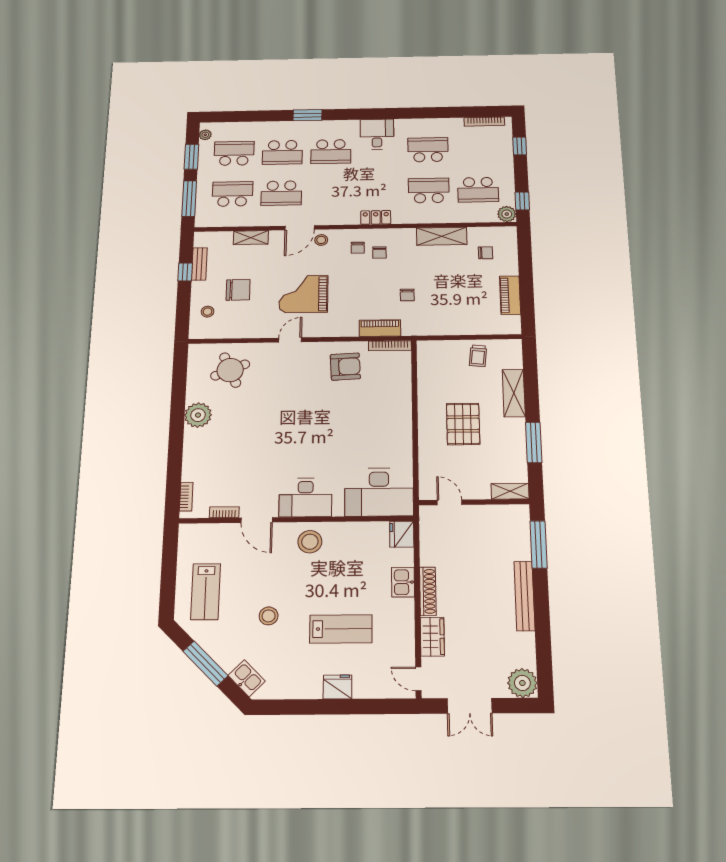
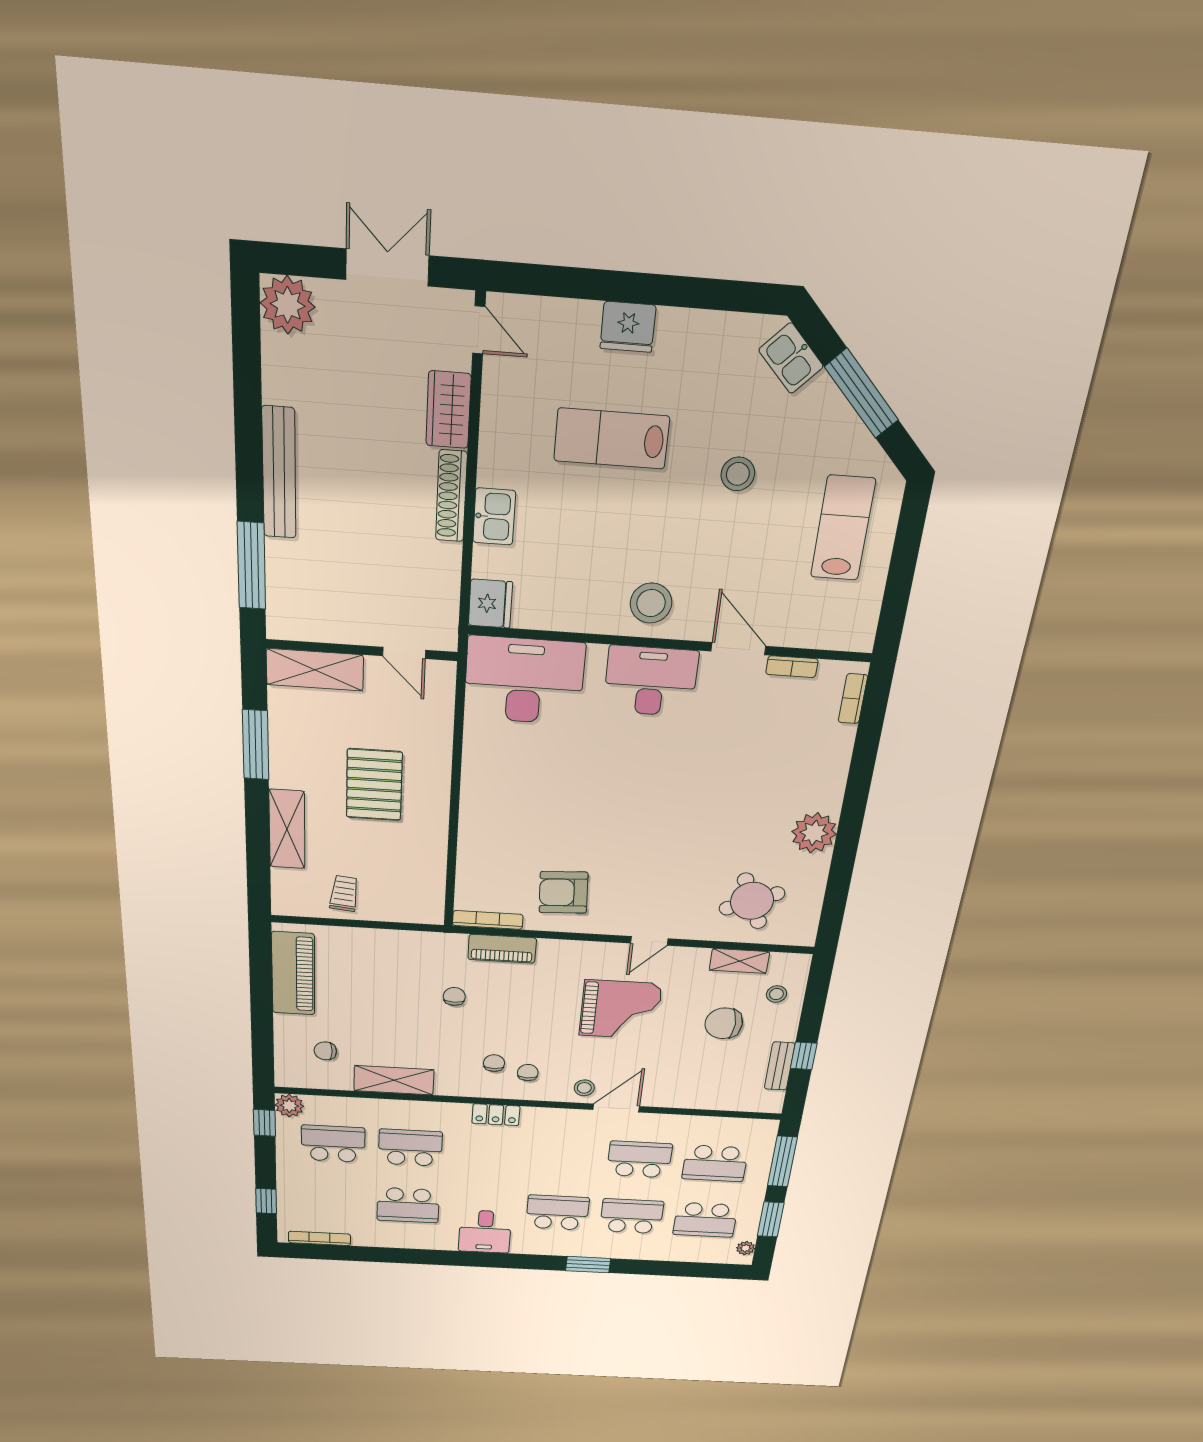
school desk: (429, 191) -> (410, 1148), turned 180
shelving: (251, 238) -> (739, 961), moved
piano: (510, 295) -> (293, 974), width x1.37, depth x1.33
shelving: (510, 491) -> (315, 670), width x1.50, depth x1.33

